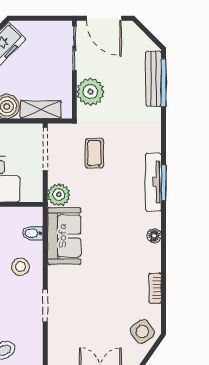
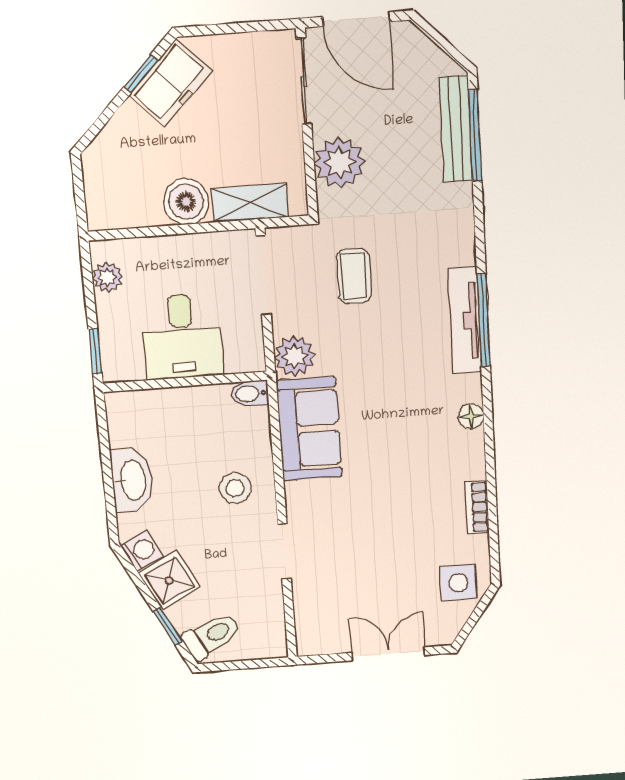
window: (164, 183) -> (484, 321), width x1.44
bidet: (33, 233) -> (250, 393), moved
side table: (142, 332) -> (458, 583), turned 35

